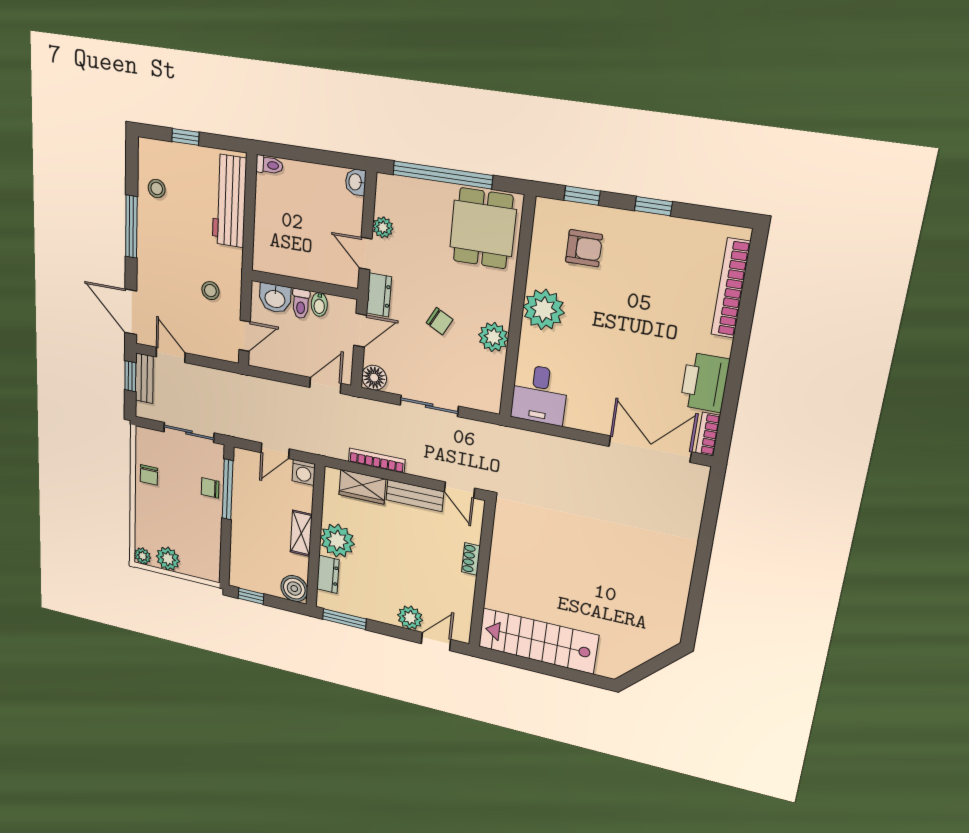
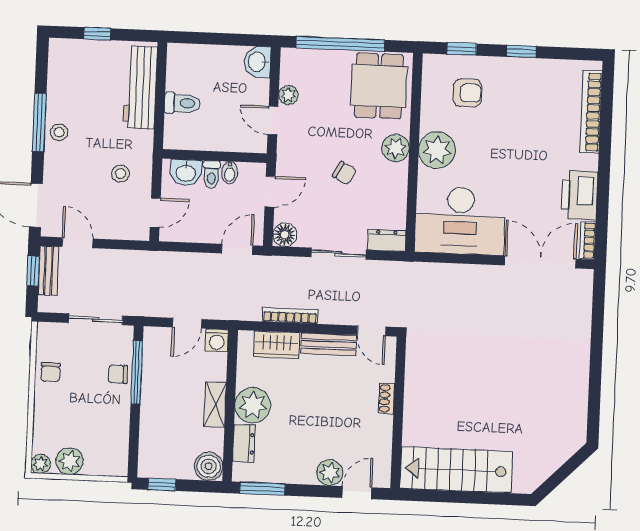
toilet: (269, 165) -> (182, 103), moved, width x1.37, depth x1.39
washbasin: (356, 182) -> (257, 62), width x1.38, depth x1.45
stool: (157, 188) -> (59, 132), moved
dresser: (379, 295) -> (387, 240), moved, turned -90
plant: (493, 337) -> (396, 148), moved
desk: (539, 395) -> (460, 221), width x1.87, depth x1.30

